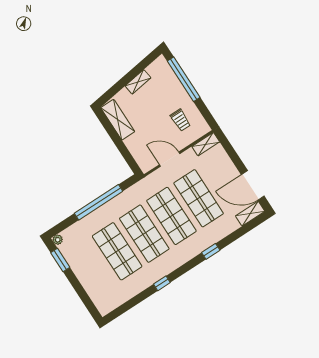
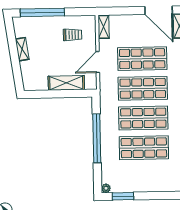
shelving: (118, 120) -> (66, 83), moved
door: (253, 185) -> (159, 10), hinge flipped

